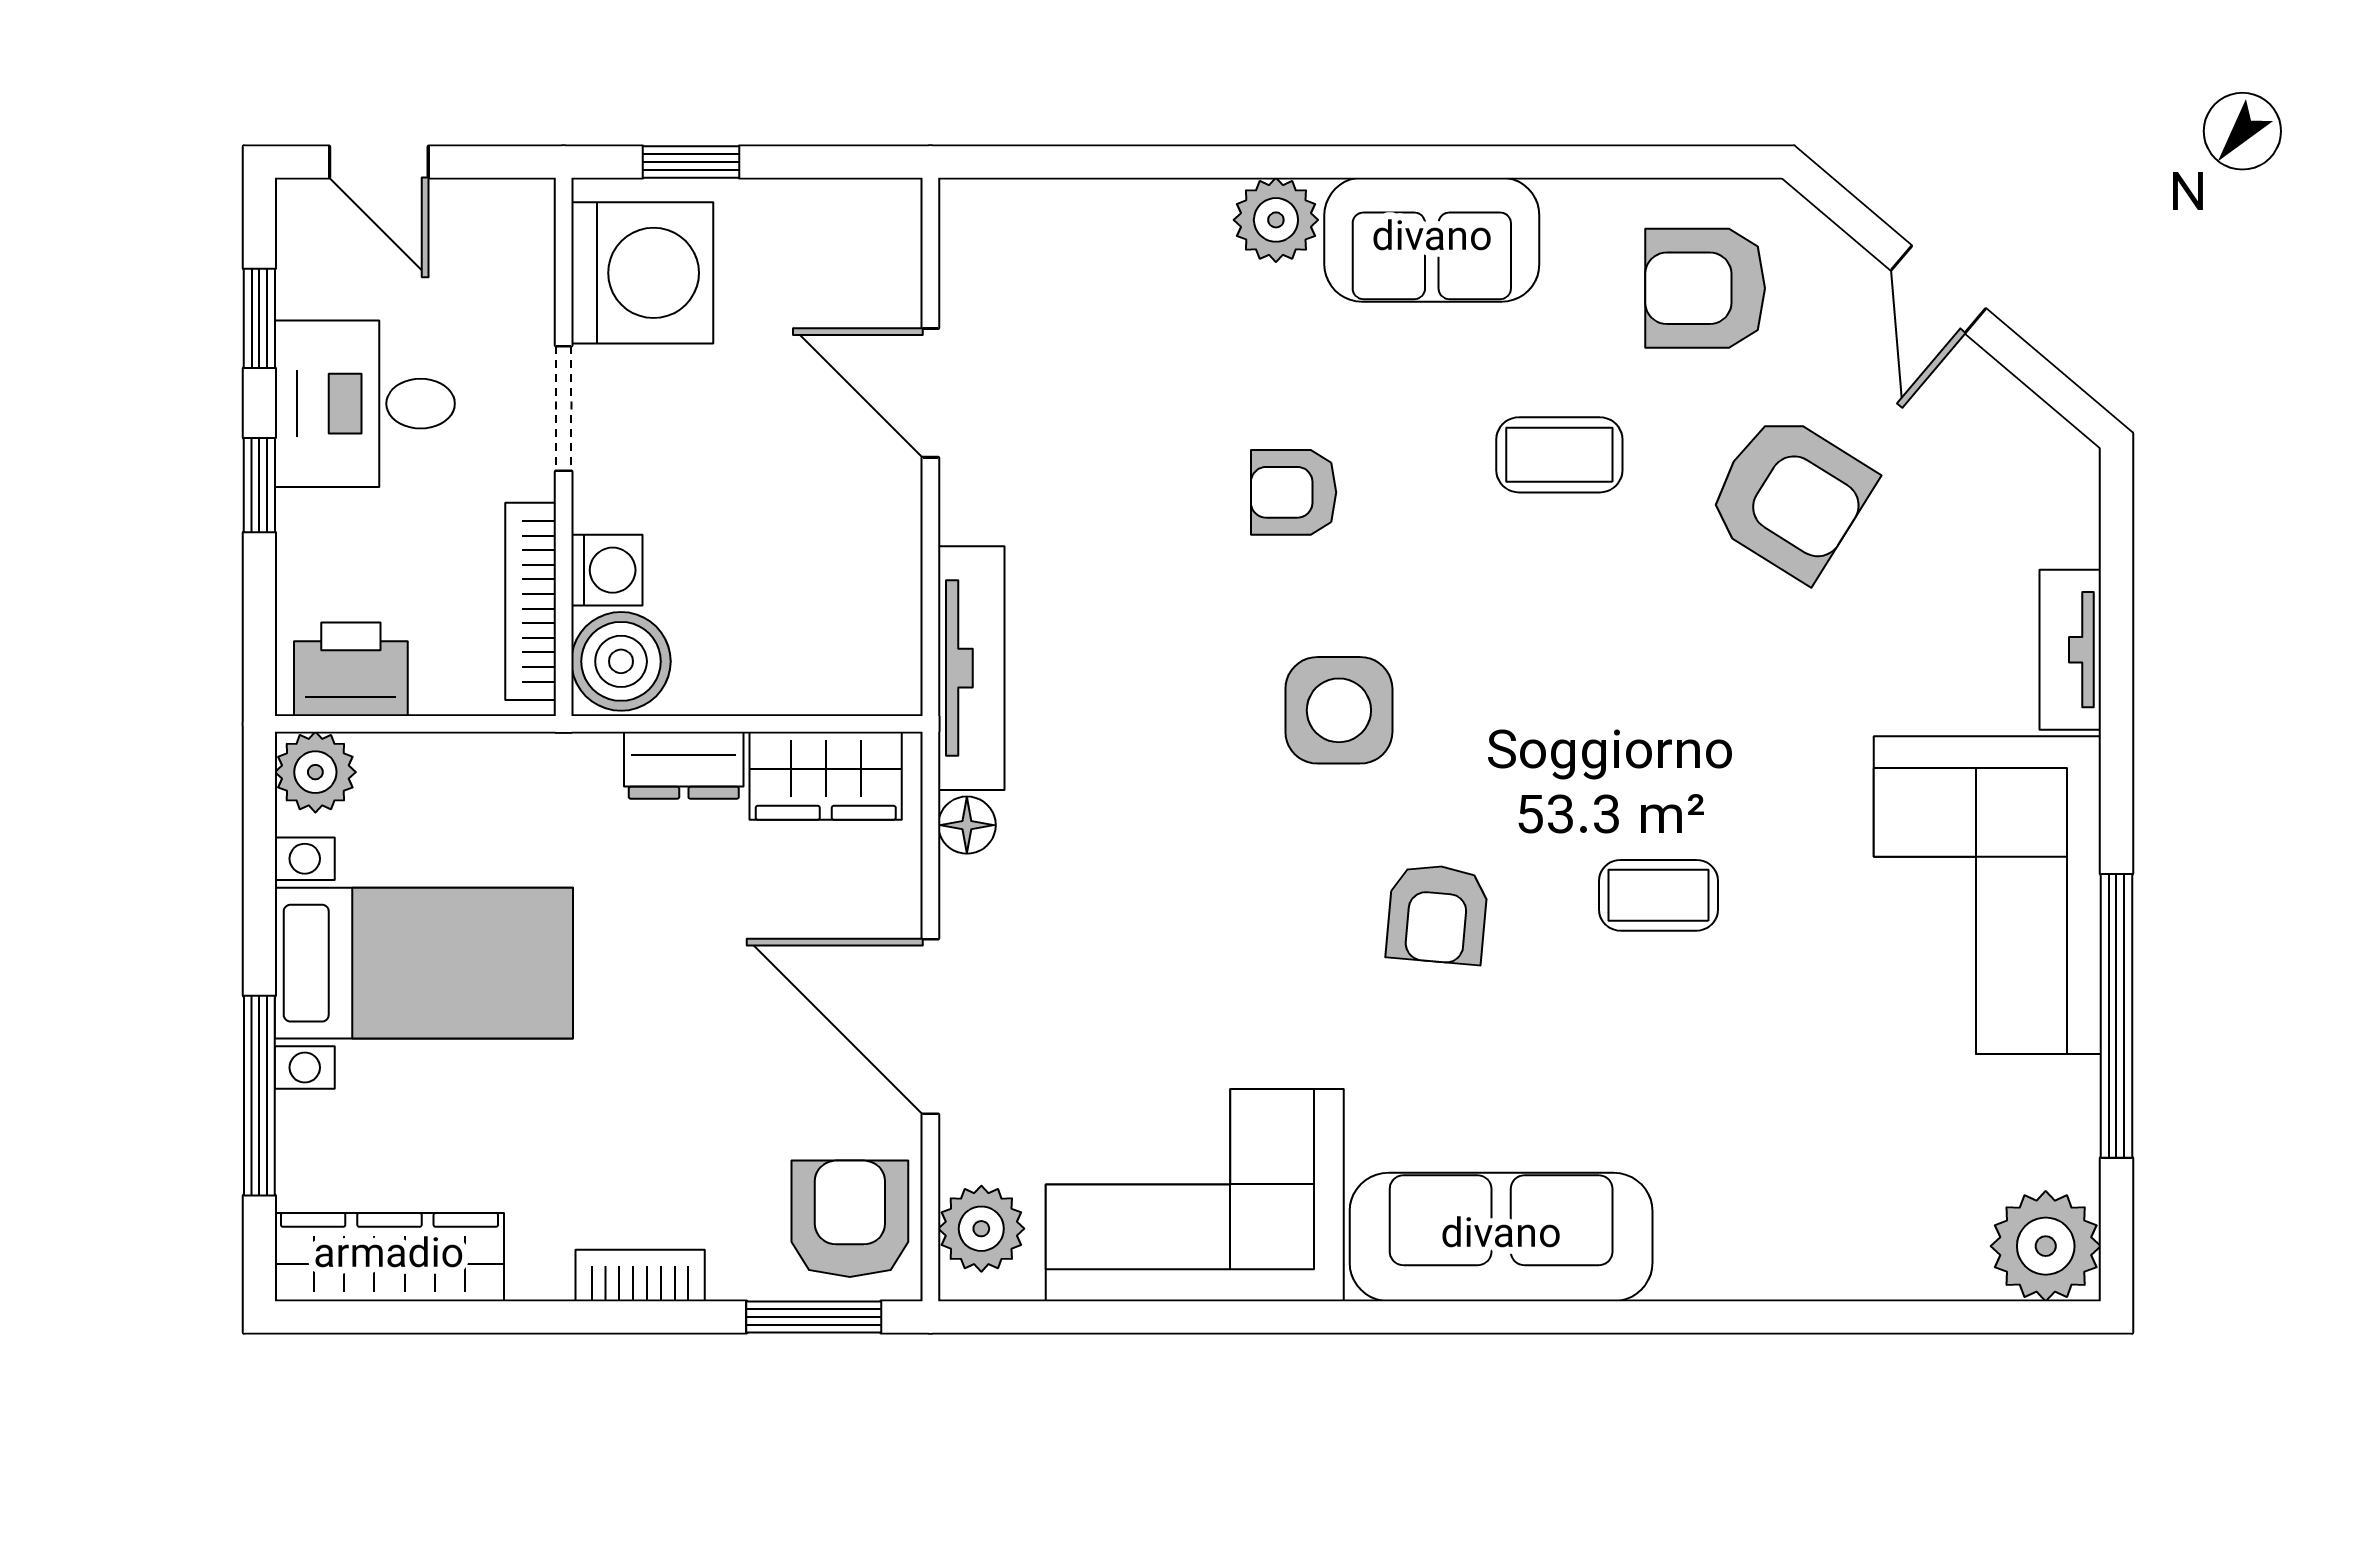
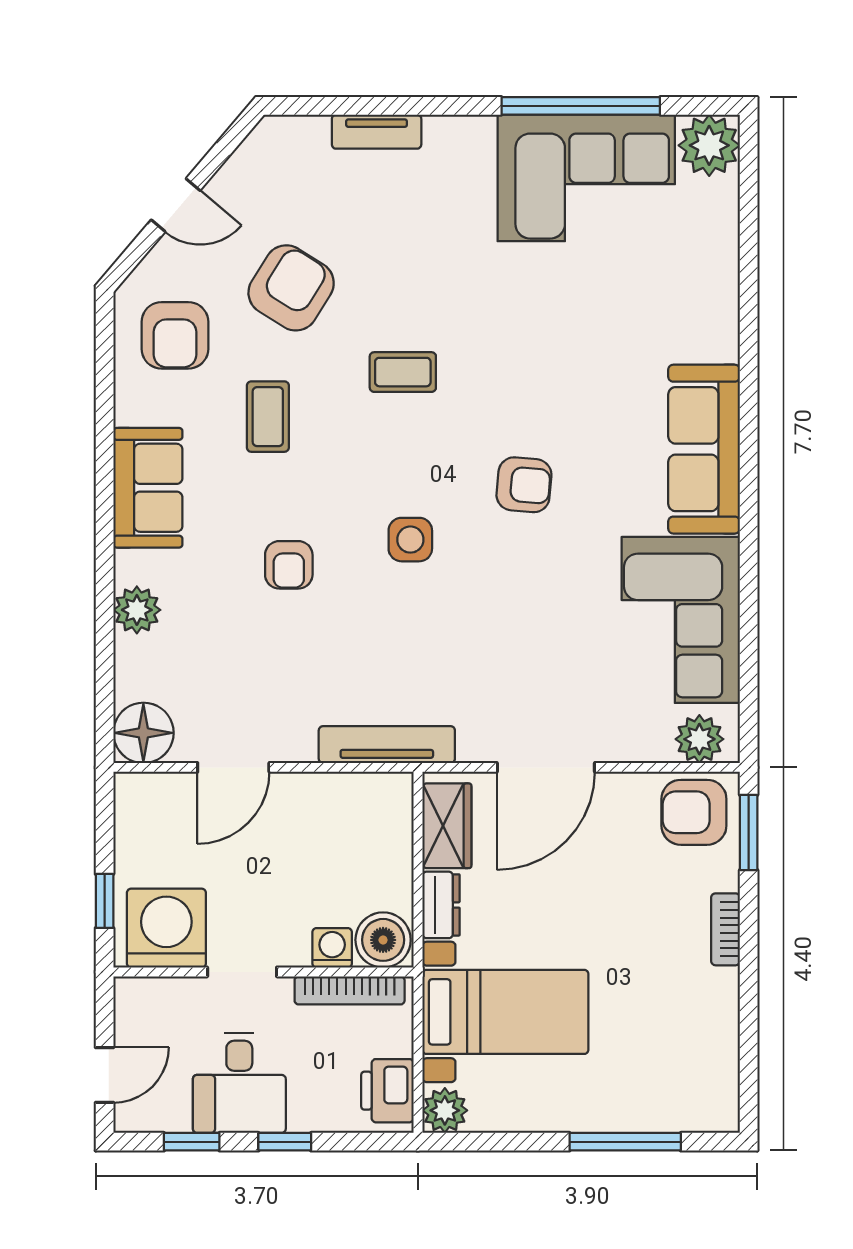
plant: (1276, 220) -> (137, 610), moved
side table: (1339, 710) -> (410, 540), width x0.73, depth x0.73
floor lamp: (967, 825) -> (143, 733), moved, width x1.89, depth x1.89
coffee table: (1659, 895) -> (403, 372), moved, turned 90
corner sofa: (1987, 895) -> (586, 178), moved
bed with nightstands: (424, 963) -> (505, 1012), moved, turned 90
door: (930, 1026) -> (546, 767), moved
wardrobe: (389, 1257) -> (715, 1069), removed

